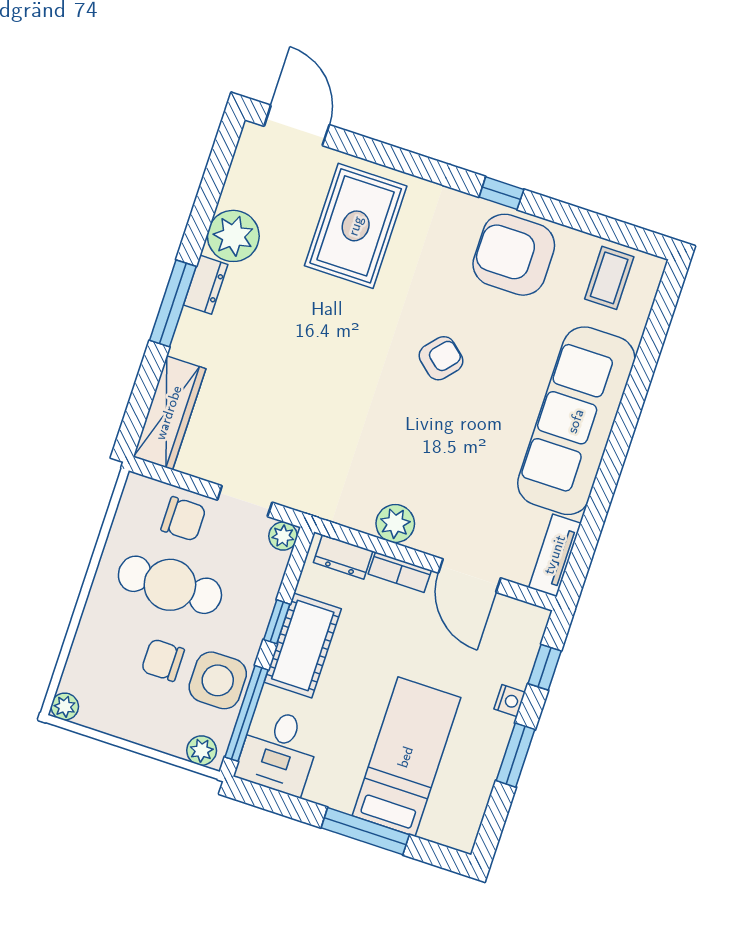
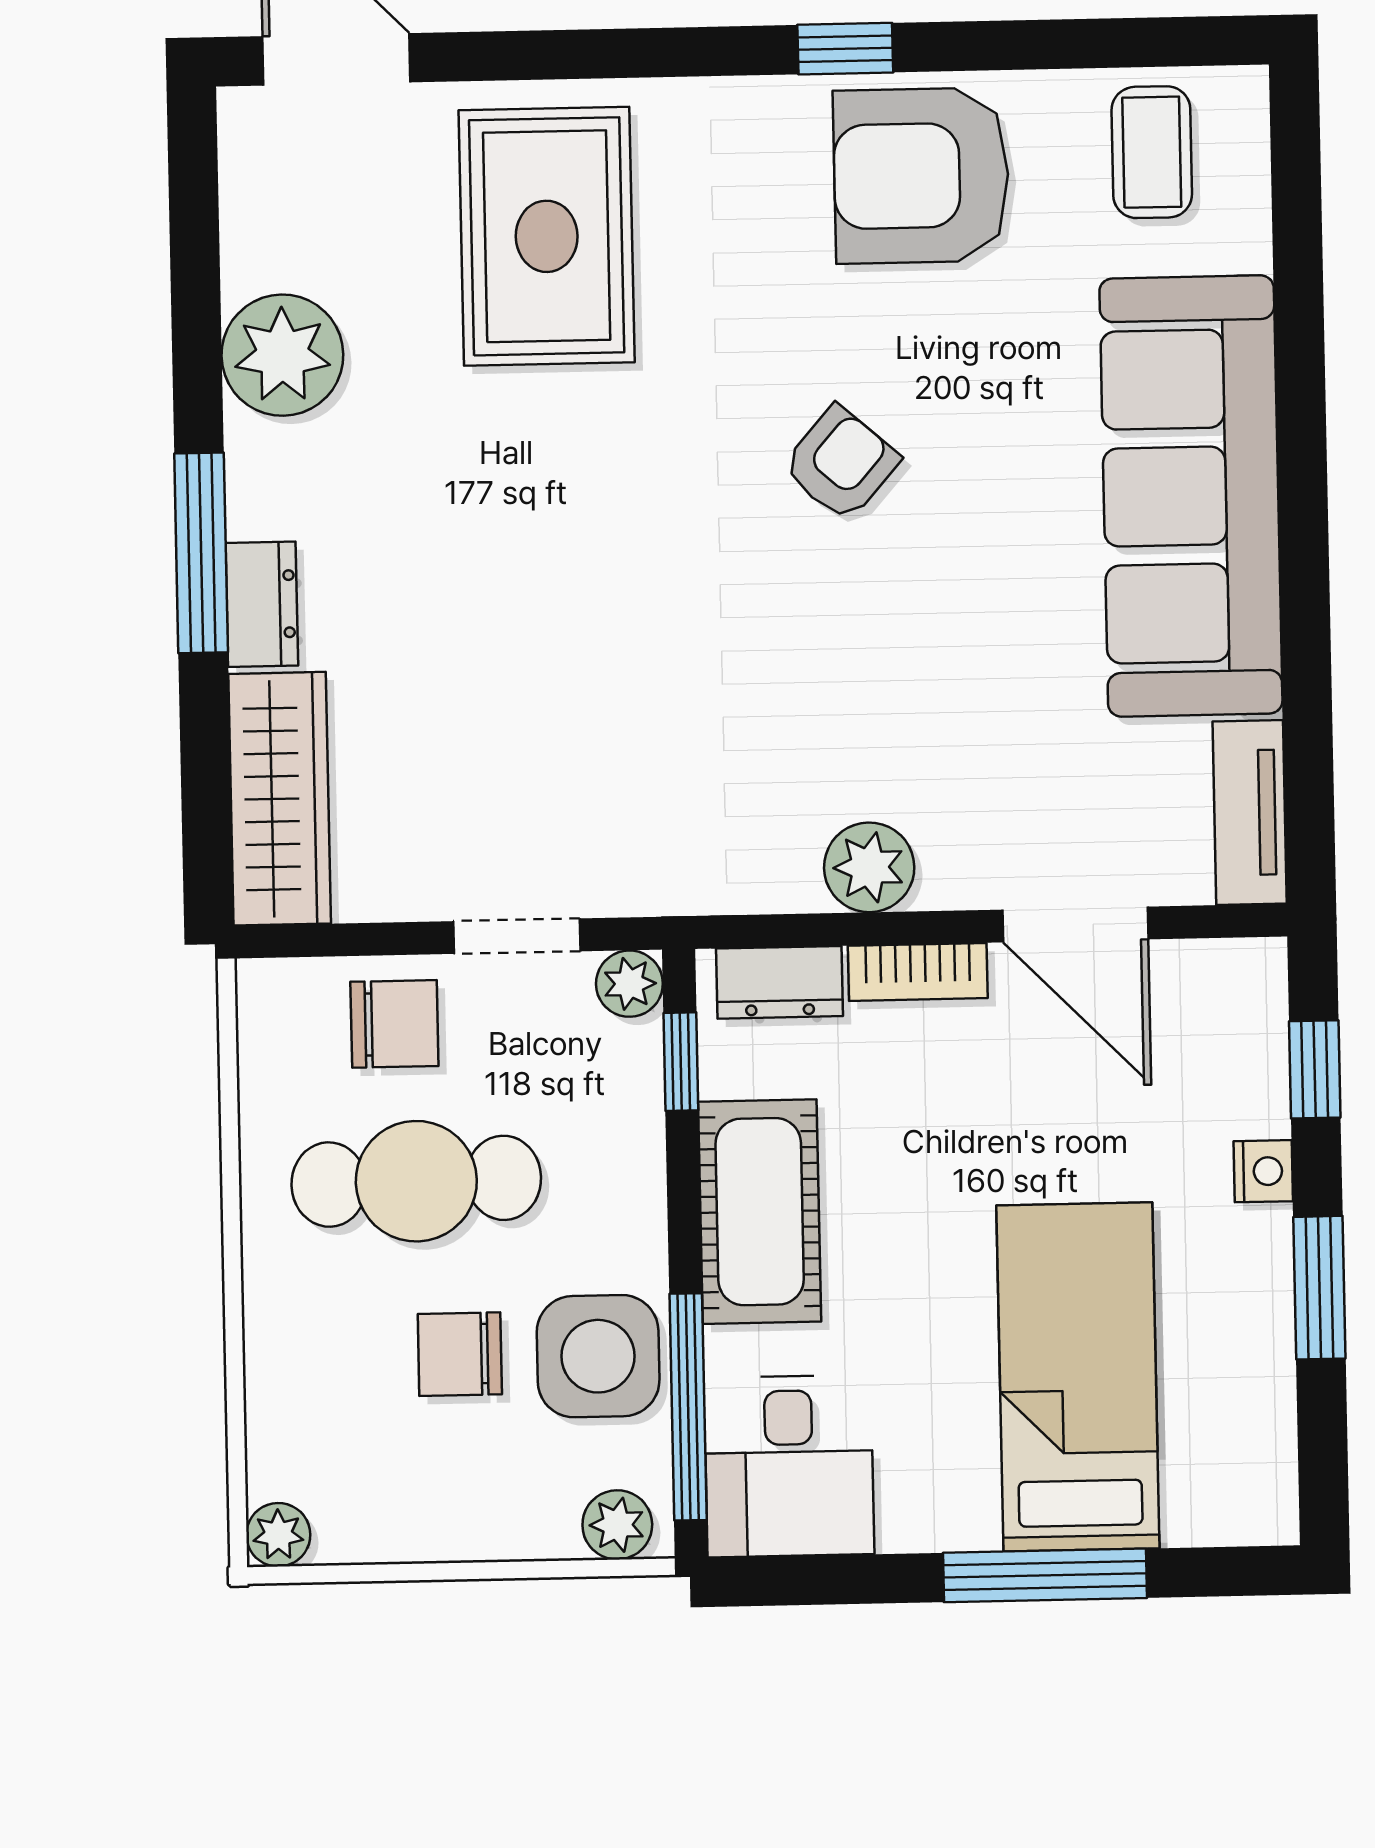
dresser: (206, 285) -> (262, 604), moved
window: (277, 622) -> (681, 1062), moved

